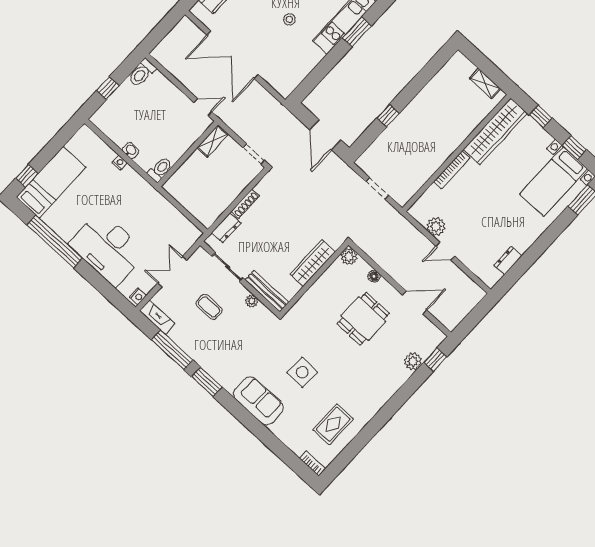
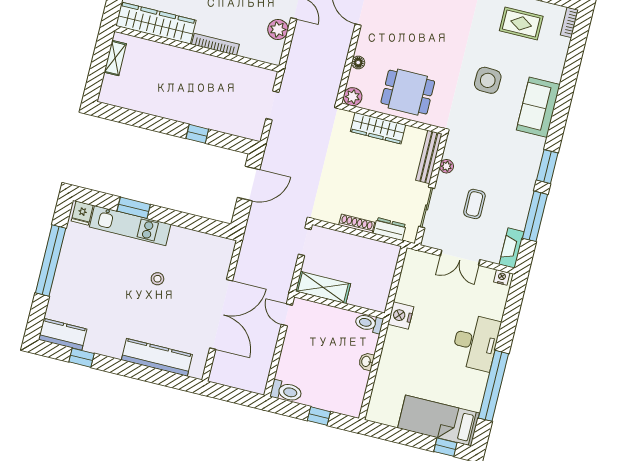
shelving: (213, 141) -> (323, 287), width x1.50, depth x1.33
nightstand: (120, 163) -> (401, 316), moved, width x1.89, depth x1.79
desk: (108, 248) -> (476, 342), width x0.73, depth x0.77
dining table: (363, 319) -> (408, 92), moved

